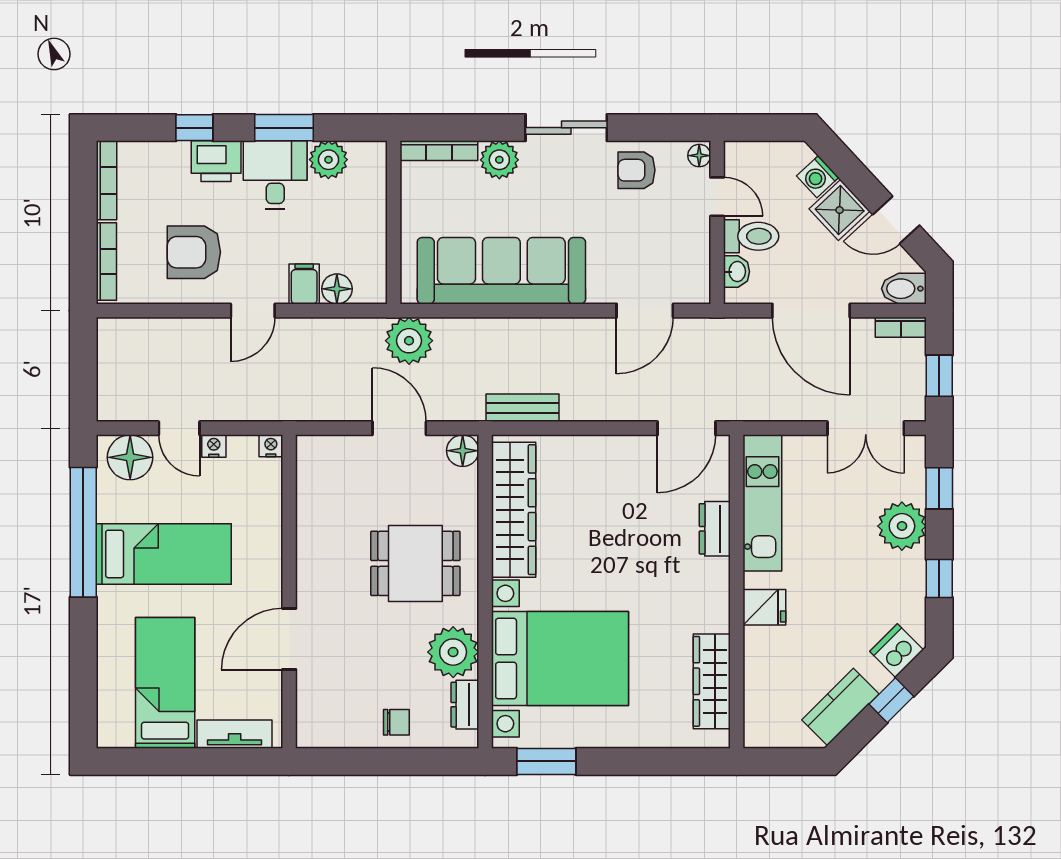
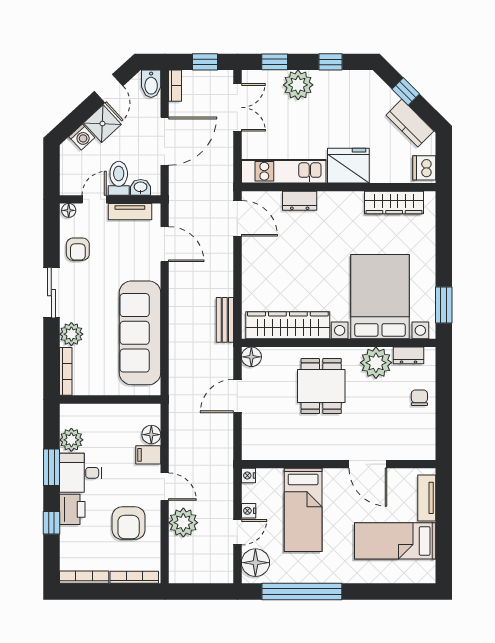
tv unit: (697, 254) -> (130, 212), added
plant: (409, 341) -> (183, 523), moved
bed: (164, 554) -> (303, 510), moved, turned 180
fridge: (764, 607) -> (348, 166), width x1.88, depth x1.34
dishwasher: (897, 651) -> (424, 168), moved, turned 45

